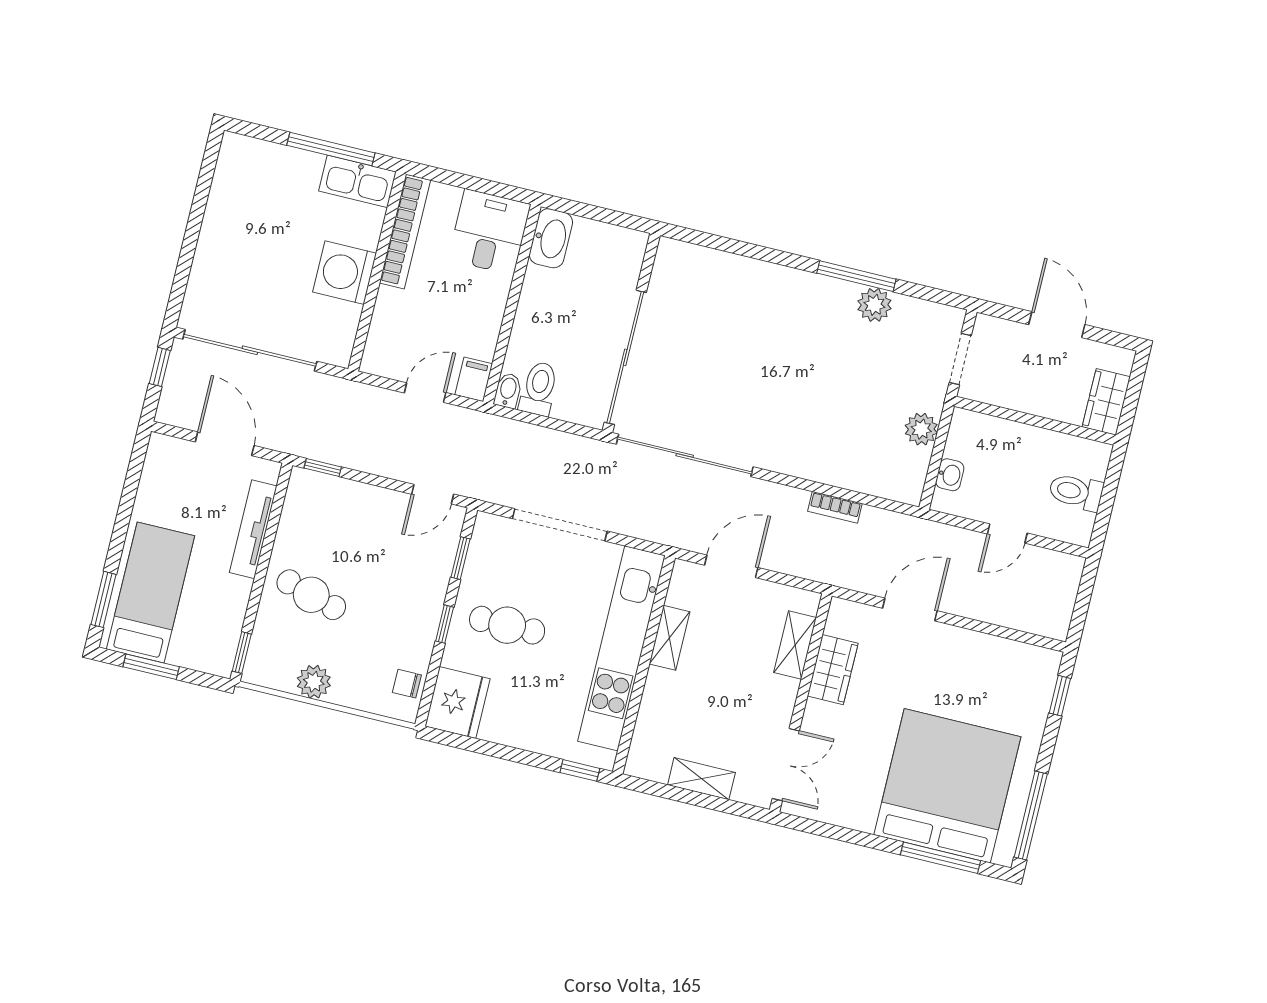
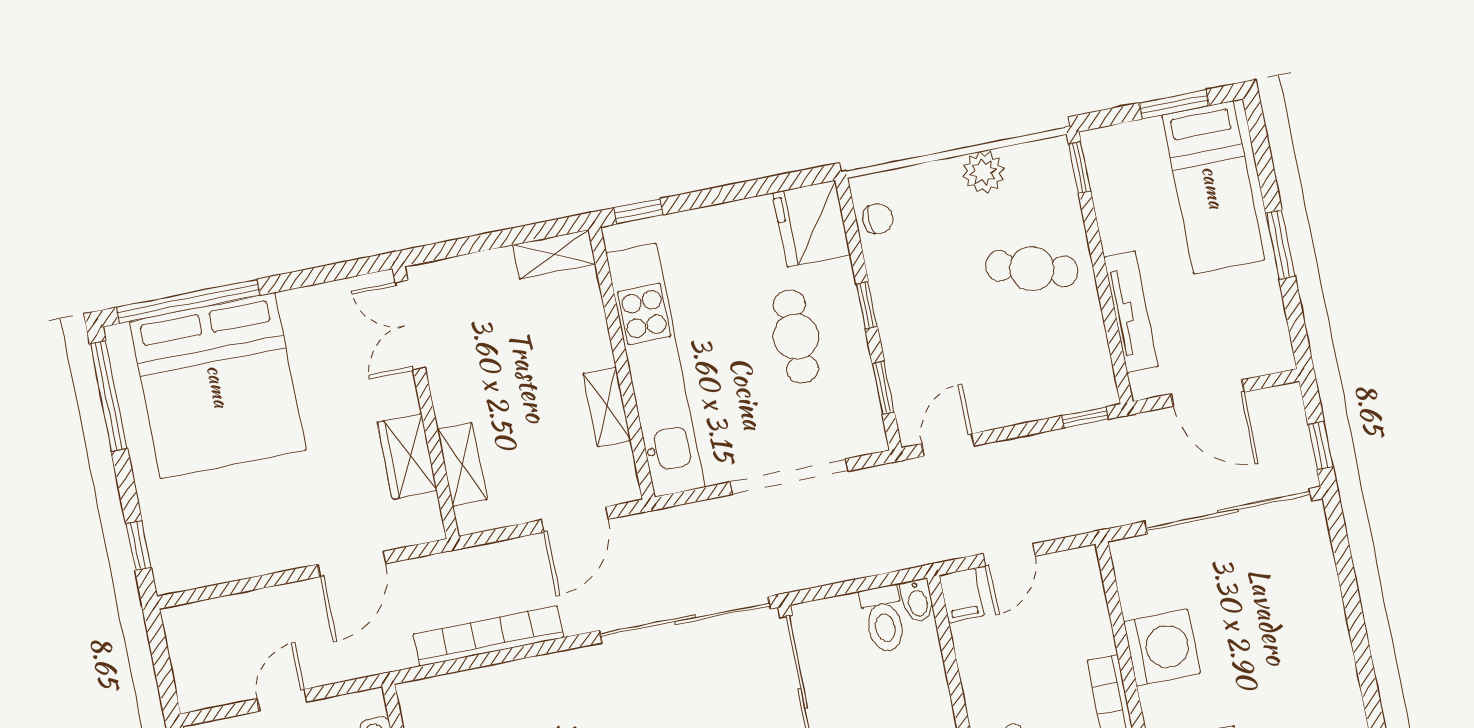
bookcase: (835, 507) -> (488, 636), width x2.31, depth x1.31
window: (104, 599) -> (1280, 244), moved
cafe table: (507, 625) -> (796, 337), turned 90
shelving: (701, 779) -> (554, 254), moved
window: (941, 858) -> (188, 301), width x1.46

